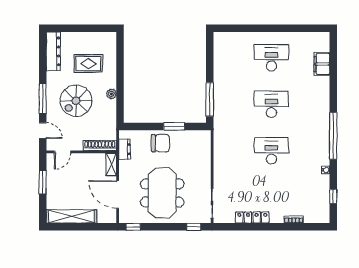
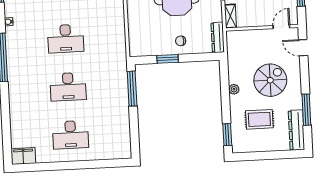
window: (120, 50) -> (227, 135), added
filing cabinet: (322, 64) -> (23, 156), moved, turned -90
window: (43, 98) -> (306, 110), moved
chair: (161, 143) -> (181, 41), width x0.54, depth x0.54
shoe rack: (100, 145) -> (243, 35), removed
dresser: (125, 149) -> (218, 37), width x1.44

